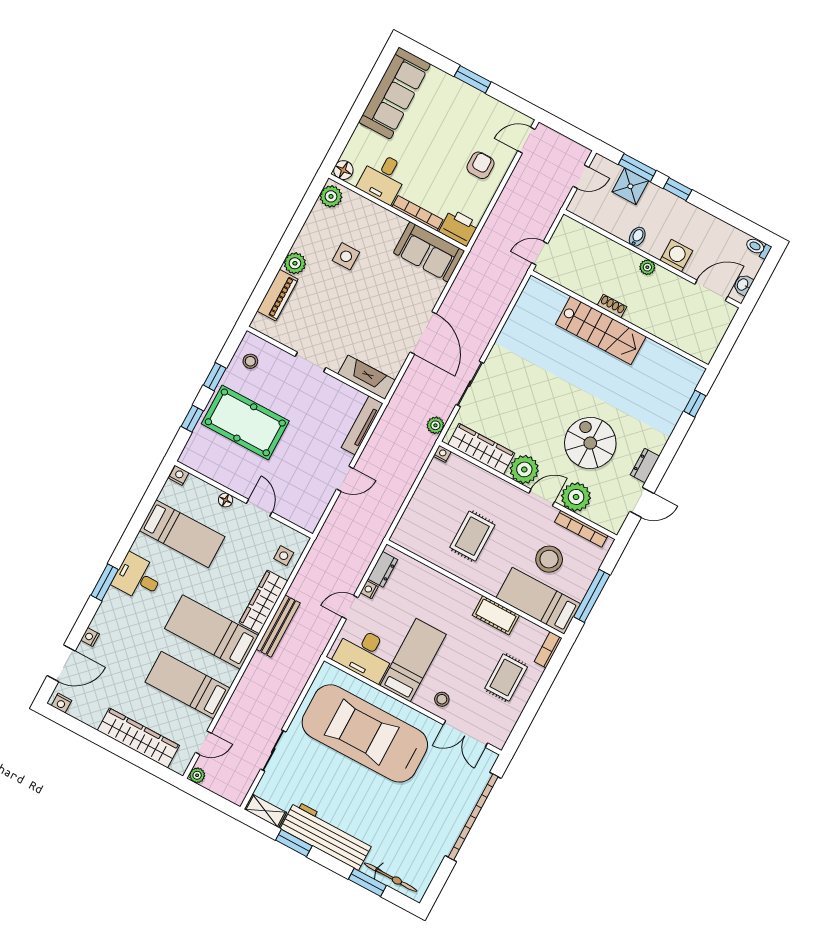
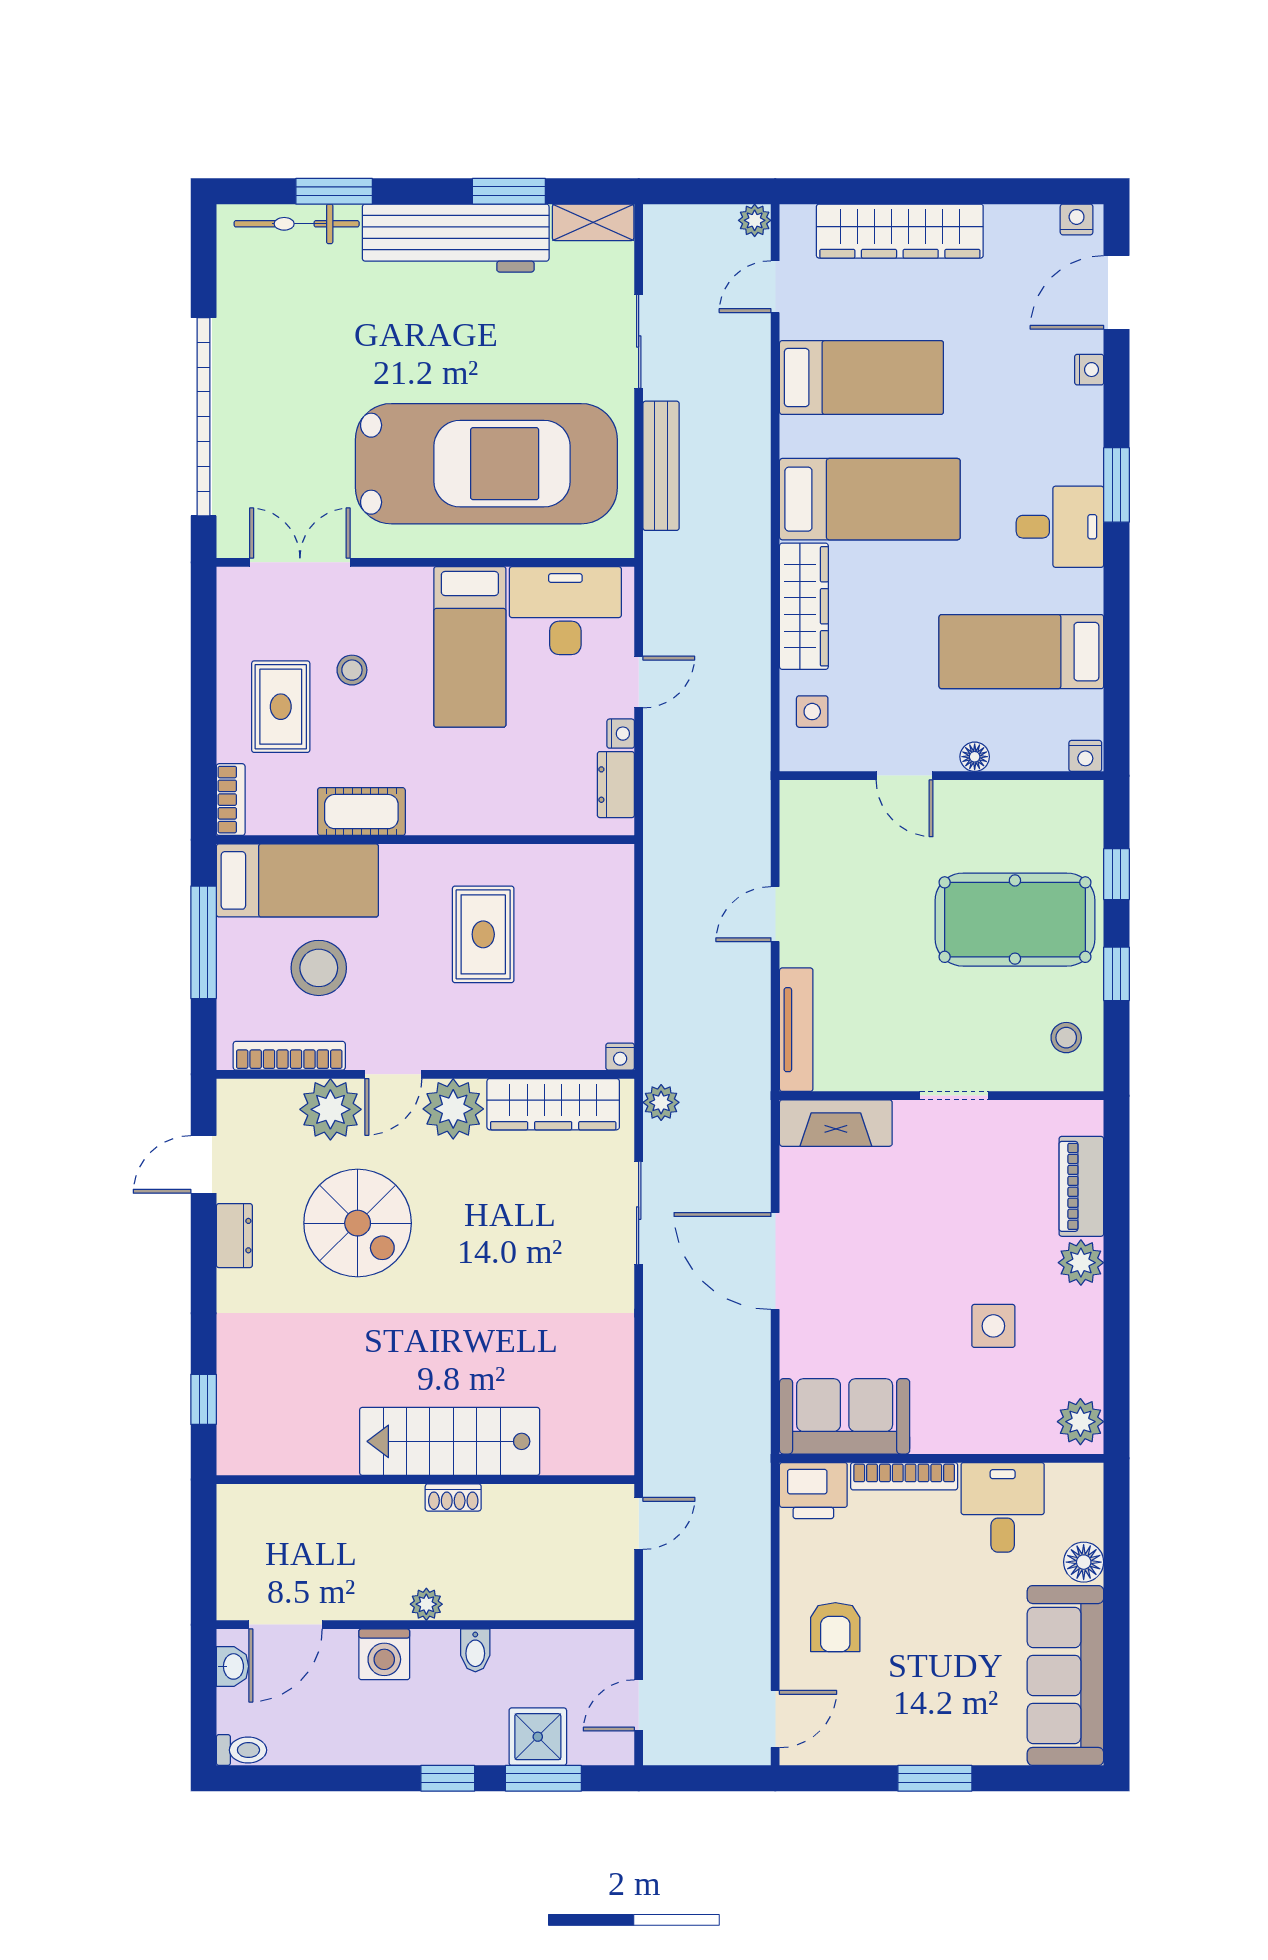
floor lamp: (343, 170) -> (1084, 1562), moved
bench: (278, 626) -> (661, 466), moved
stool: (442, 699) -> (352, 670), moved

